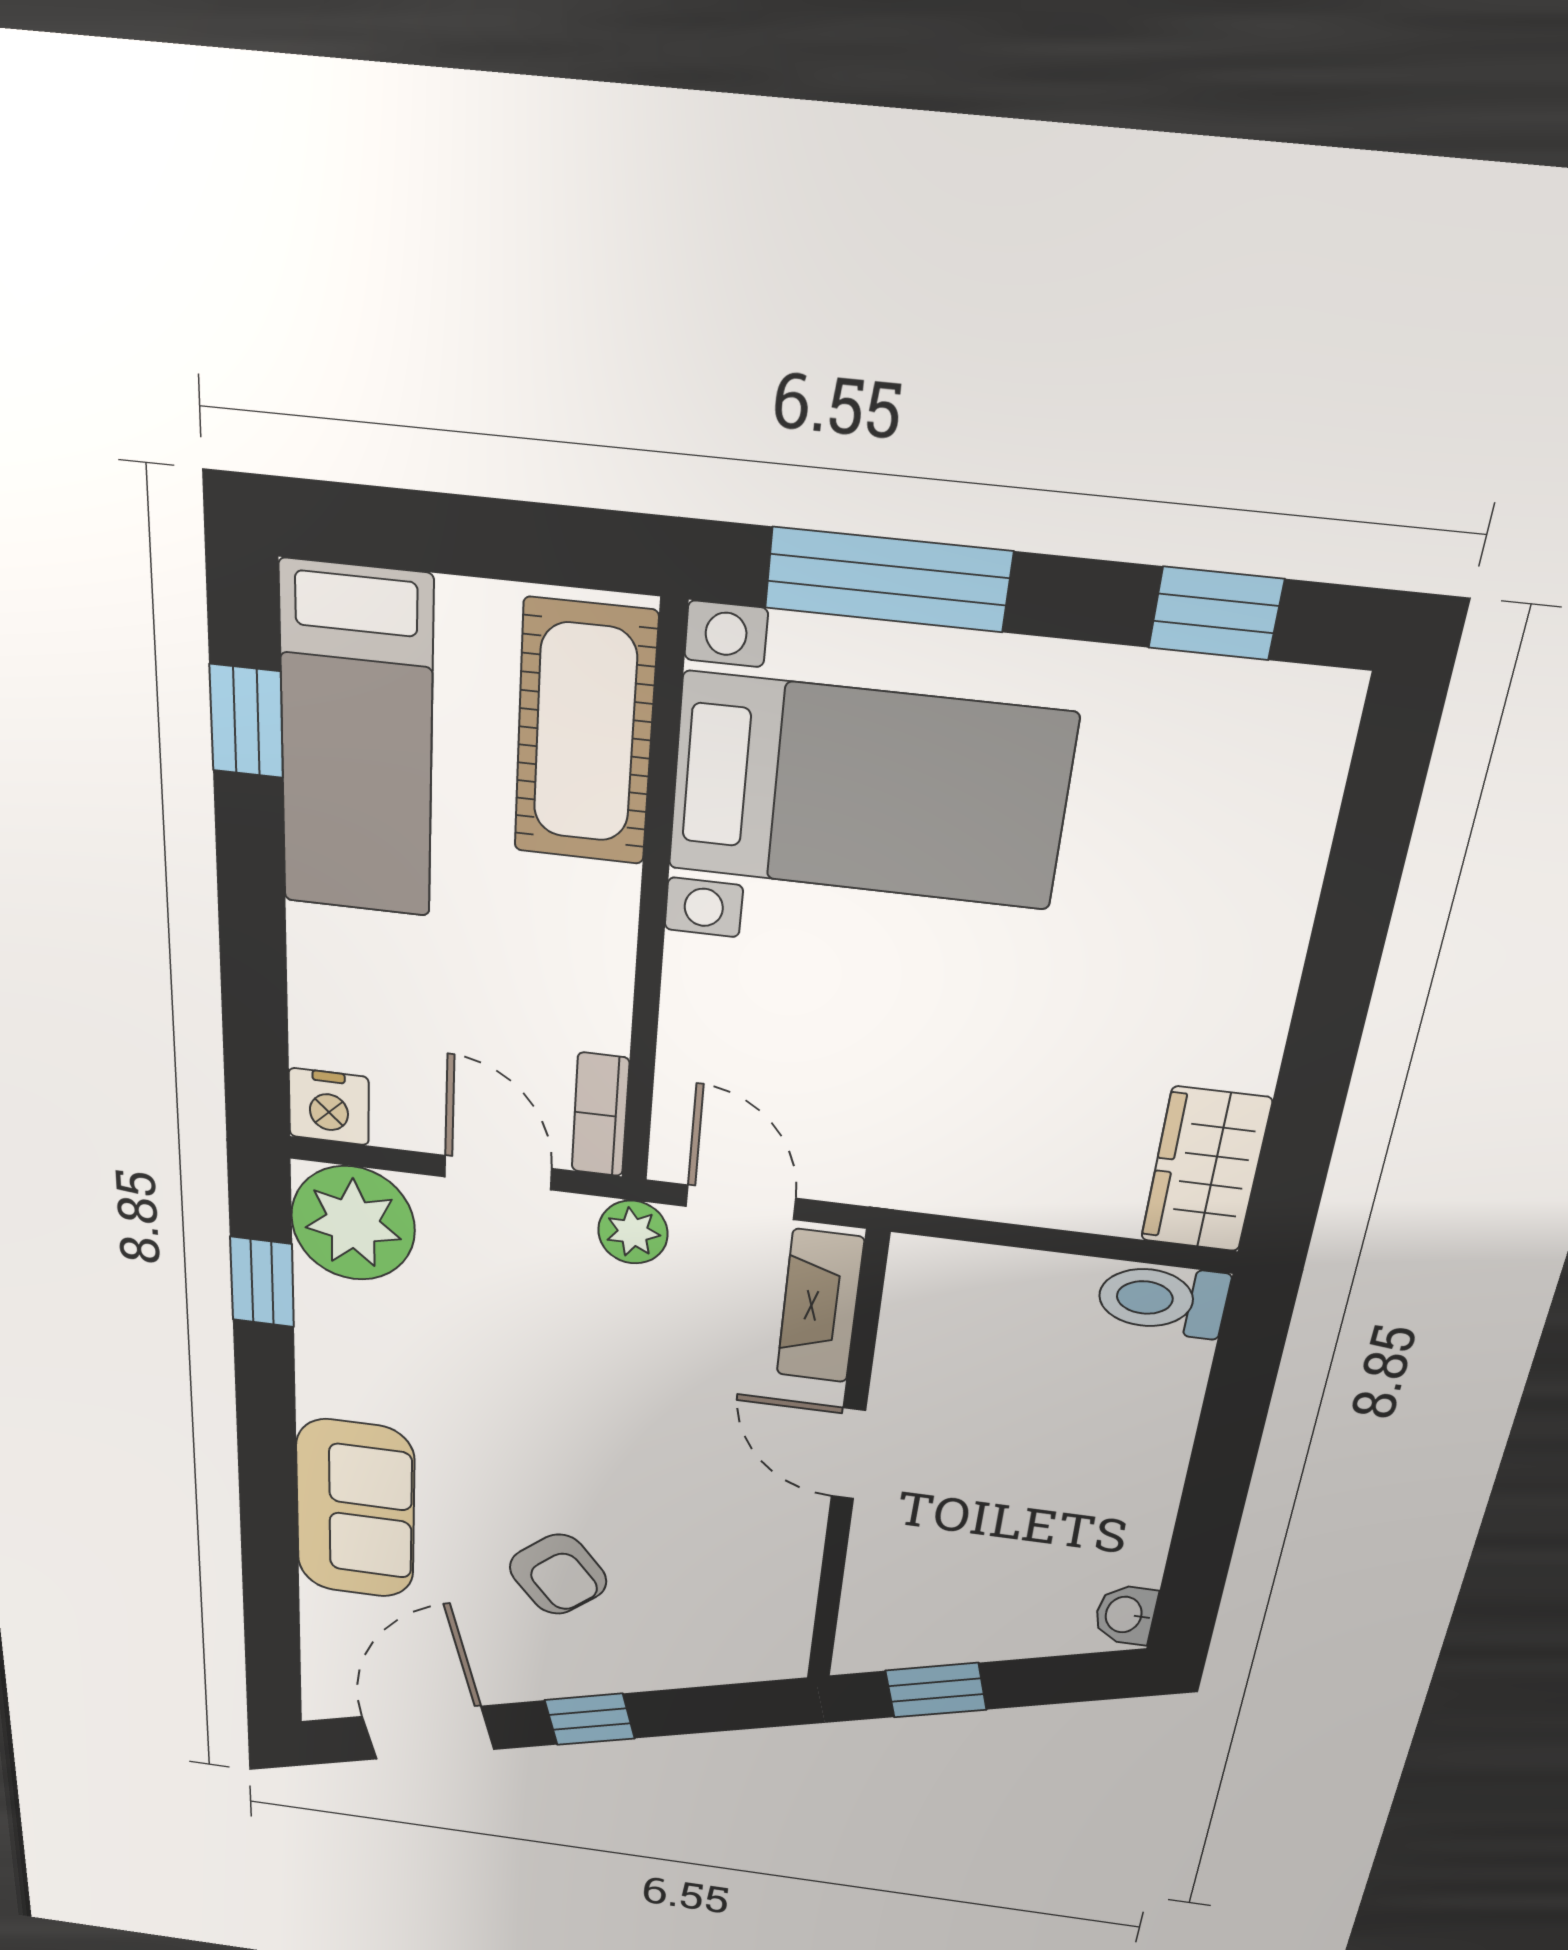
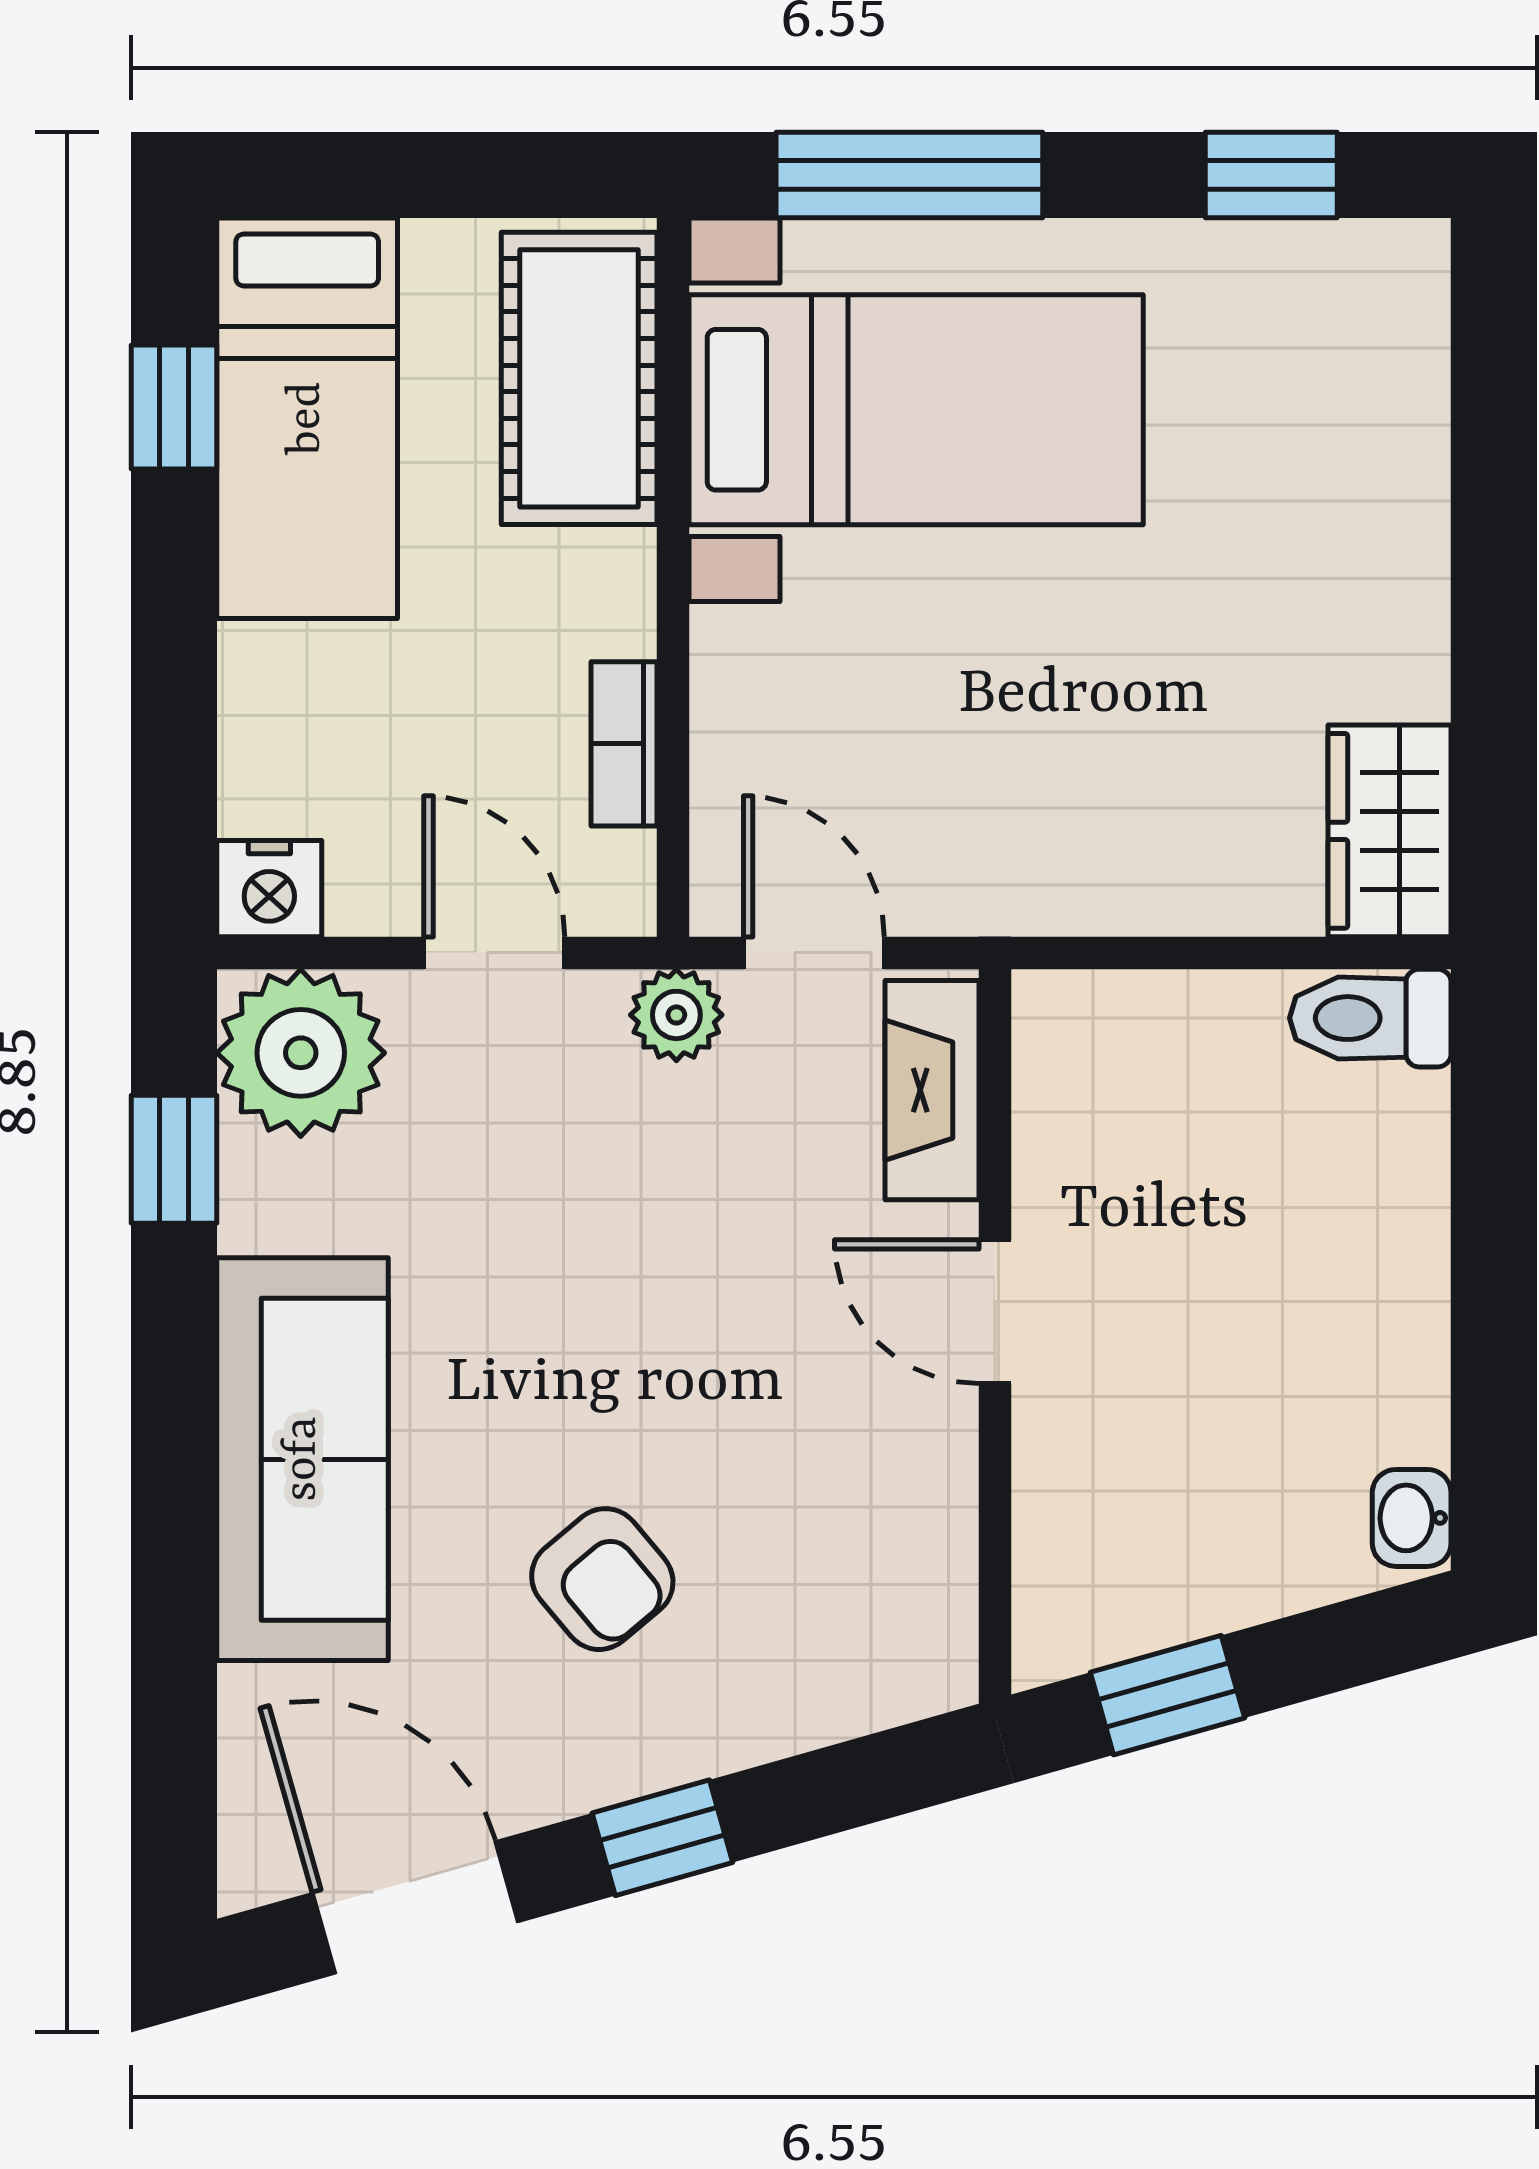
bookcase: (600, 1115) -> (624, 744), moved
sofa: (355, 1509) -> (303, 1459), width x1.36
door: (428, 1733) -> (415, 1907), hinge flipped

